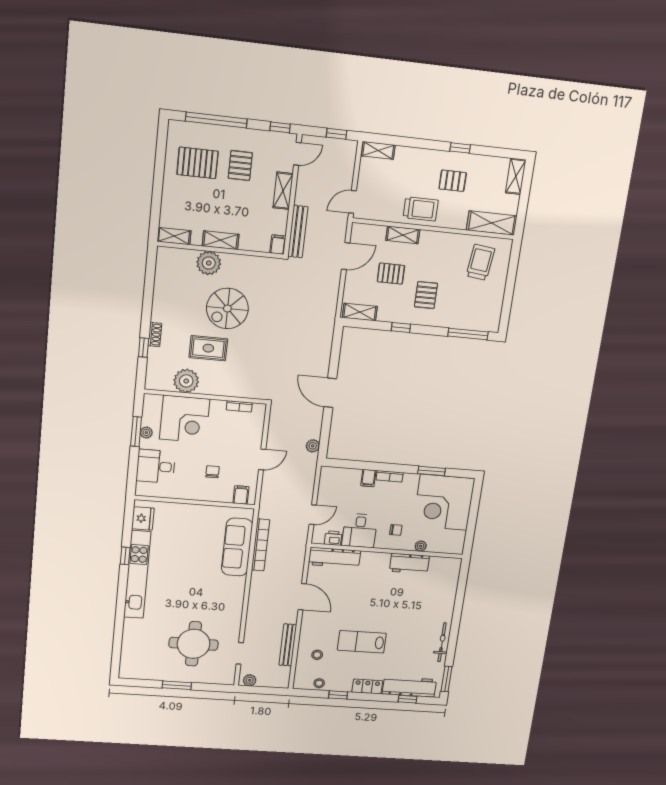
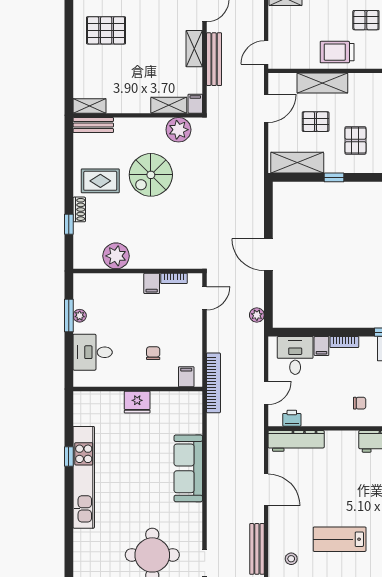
pallet: (240, 165) -> (149, 28), removed
trolley: (421, 209) -> (337, 52), turned 180
bench: (298, 232) -> (214, 59), moved
shelving: (403, 235) -> (322, 83), width x1.50, depth x1.33
shelving: (221, 240) -> (169, 105), moved
bench: (176, 255) -> (93, 125), added
plant: (209, 263) -> (178, 130), moved
shelving: (360, 312) -> (297, 163), width x1.50, depth x1.33
rug: (208, 348) -> (100, 181), moved
filing cabinet: (218, 409) -> (152, 283), added
corner desk: (185, 419) -> (118, 297), removed
door: (262, 459) -> (205, 298), moved
fridge: (143, 518) -> (137, 402), moved, turned 90
desk: (360, 531) -> (295, 355), moved, turned 180
bookcase: (260, 545) -> (213, 383), moved
sofa: (237, 547) -> (188, 468), moved

